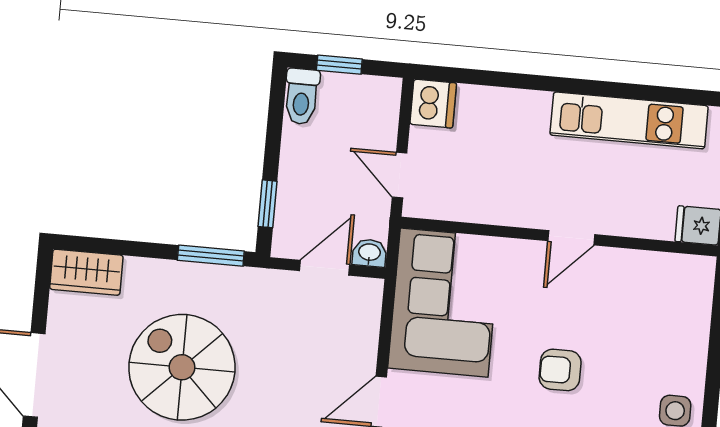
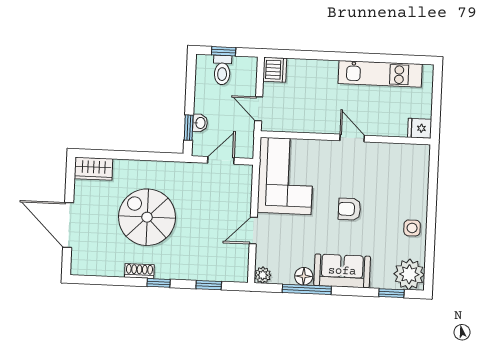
toilet: (302, 96) -> (222, 70), moved
door: (571, 238) -> (352, 138), swing flipped
washbasin: (369, 253) -> (200, 123), moved, turned 90
window: (211, 256) -> (160, 157), removed

